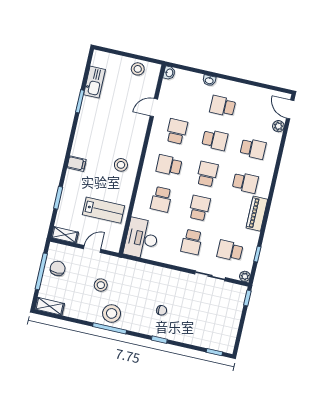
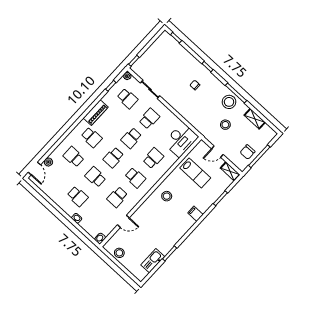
school desk: (245, 183) -> (92, 137), turned 180
lab bench: (103, 210) -> (195, 173), turned 180
shelving: (50, 306) -> (255, 119), moved

